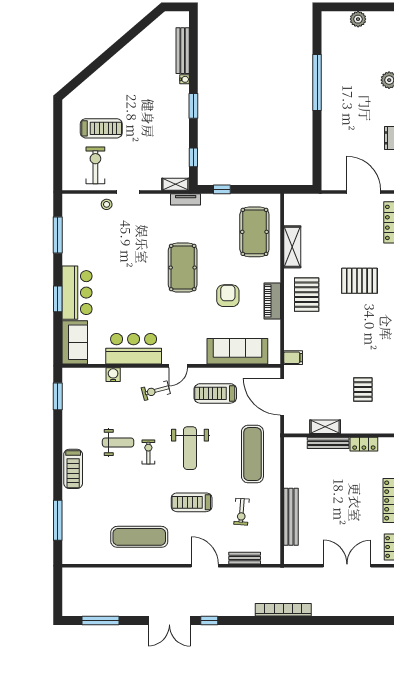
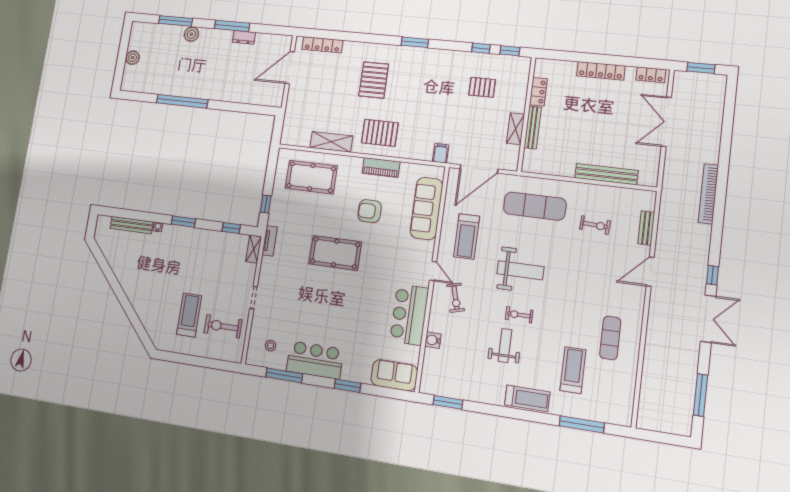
stool: (107, 204) -> (271, 346), moved
bar counter: (77, 293) -> (315, 360), moved
treadmill: (192, 502) -> (573, 370), moved, turned 180
exercise mat: (139, 537) -> (610, 338), width x0.73, depth x0.69

